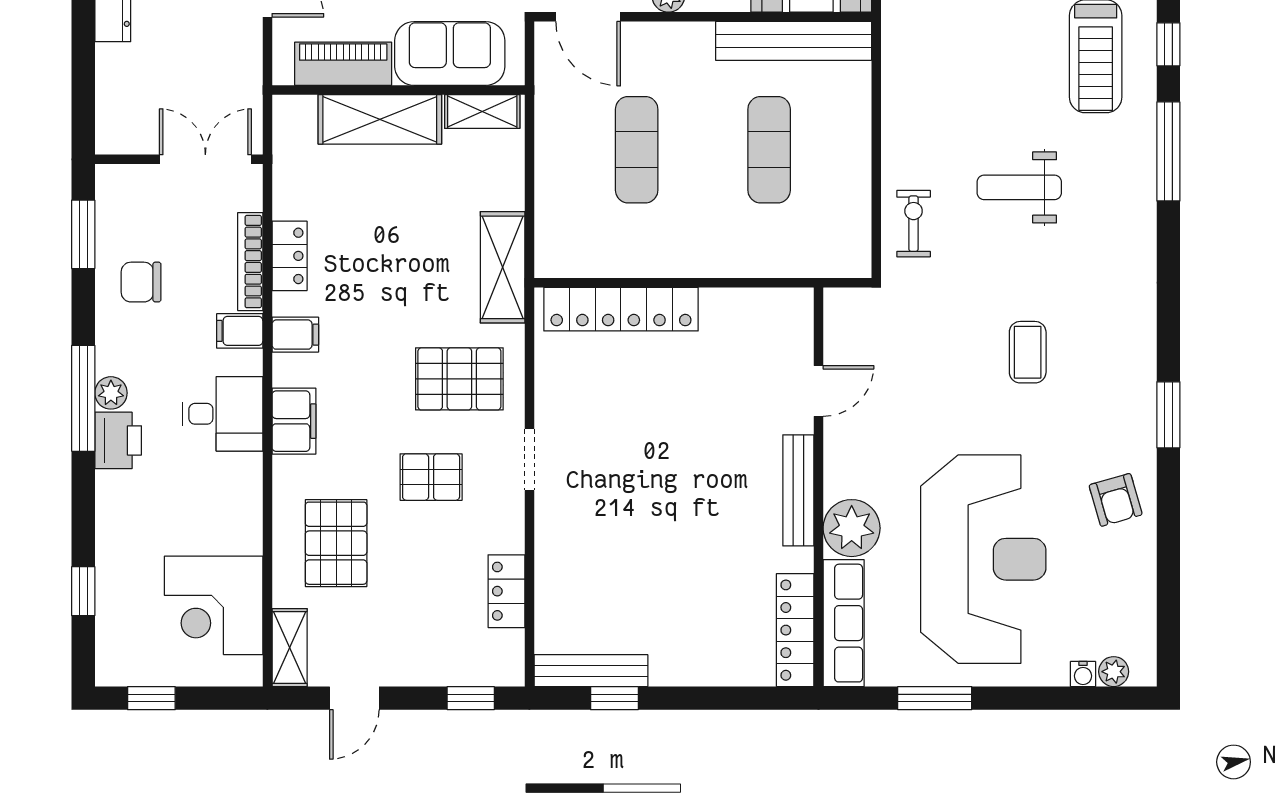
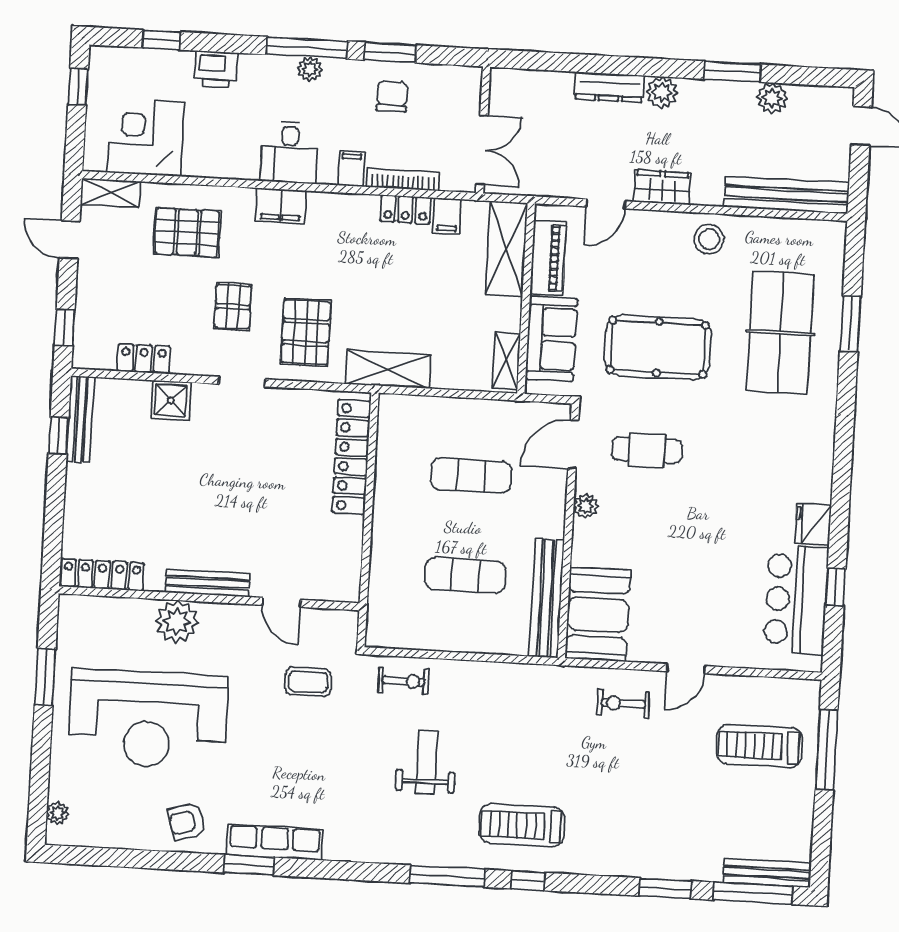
shelving: (380, 119) -> (507, 249), moved
window: (83, 234) -> (390, 53), moved
filing cabinet: (295, 335) -> (447, 216), moved
coffee table: (1028, 352) -> (308, 682), moved
printer: (118, 440) -> (216, 69), moved
shower: (559, 552) -> (171, 400), added
row of seats: (844, 623) -> (275, 842), moved, turned 180
water cooler: (1083, 674) -> (57, 790), removed

